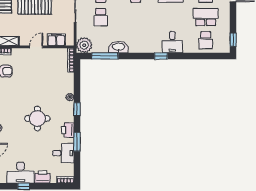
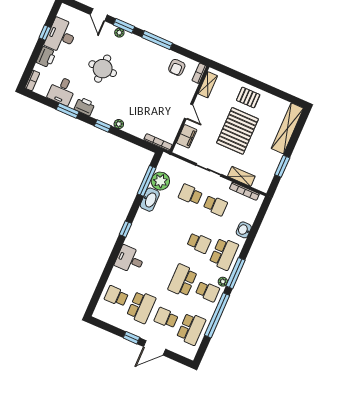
window: (233, 40) -> (131, 338), moved
plant: (84, 45) -> (160, 181), moved
window: (161, 56) -> (126, 229), moved
round table: (37, 118) -> (103, 69), moved

